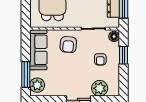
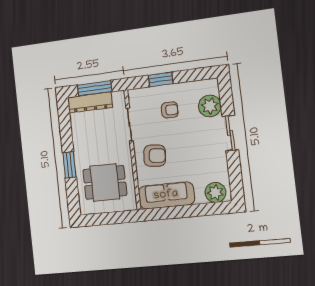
floor lamp: (114, 36) -> (137, 95), removed
window: (26, 75) -> (202, 210), removed

